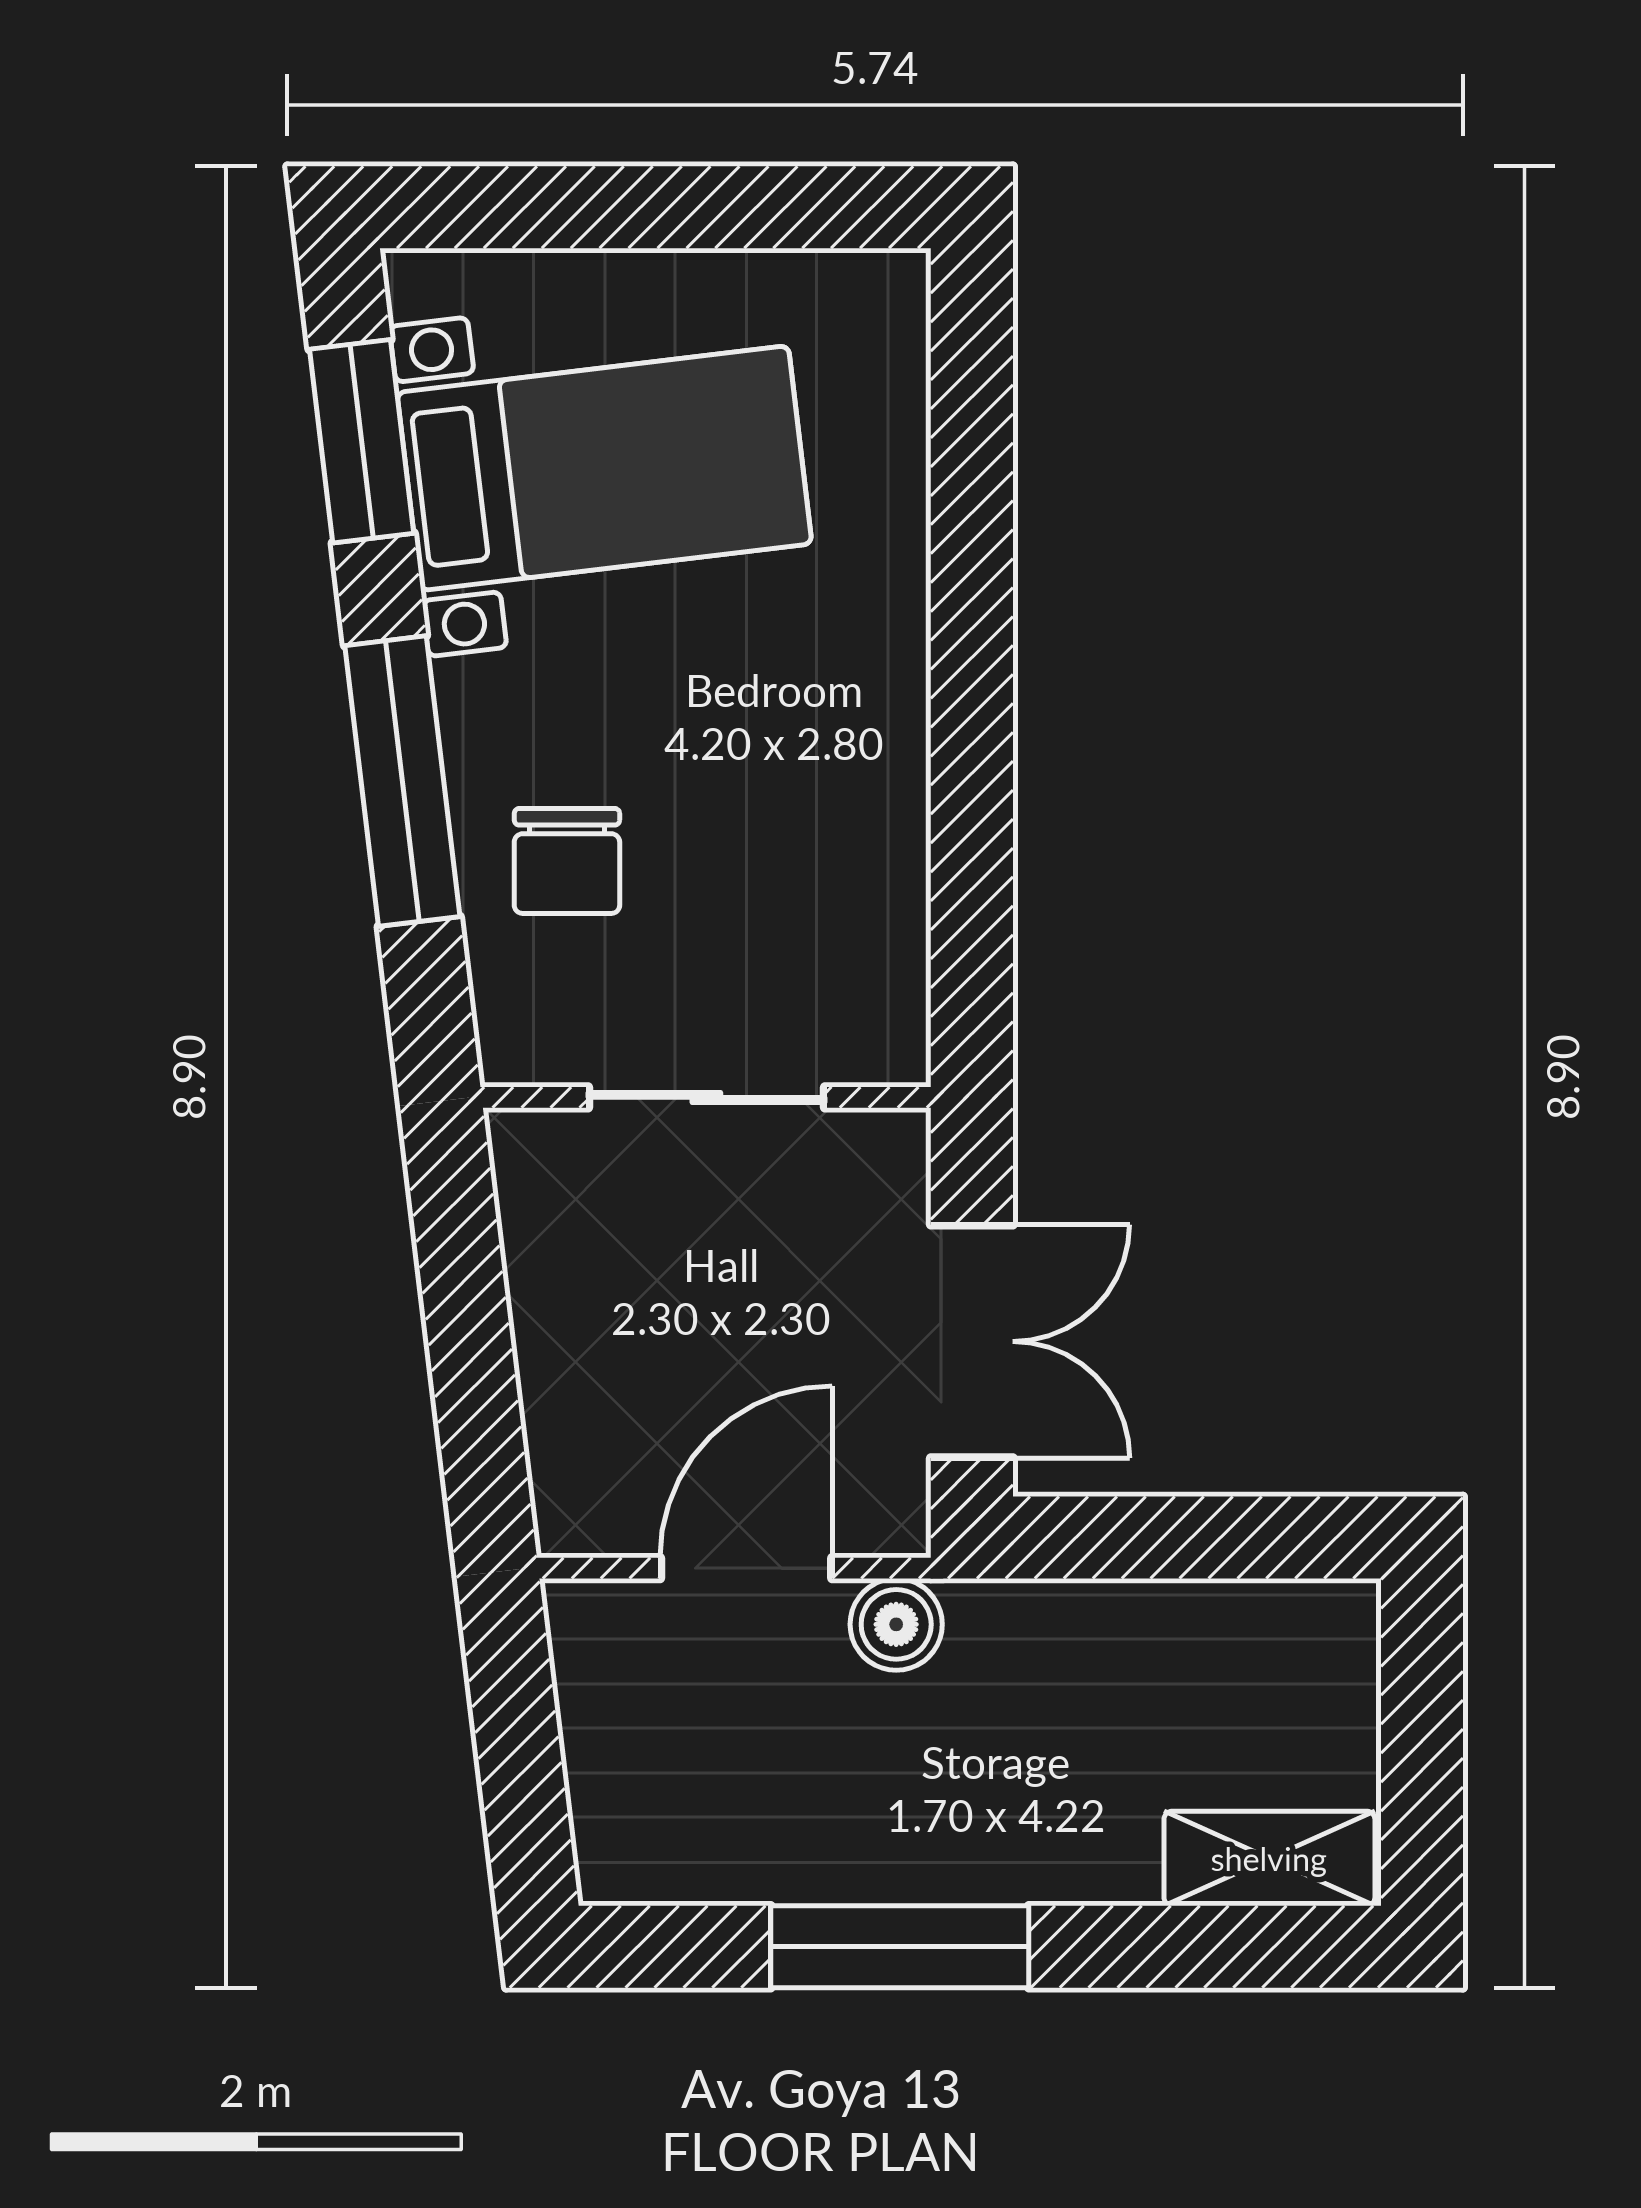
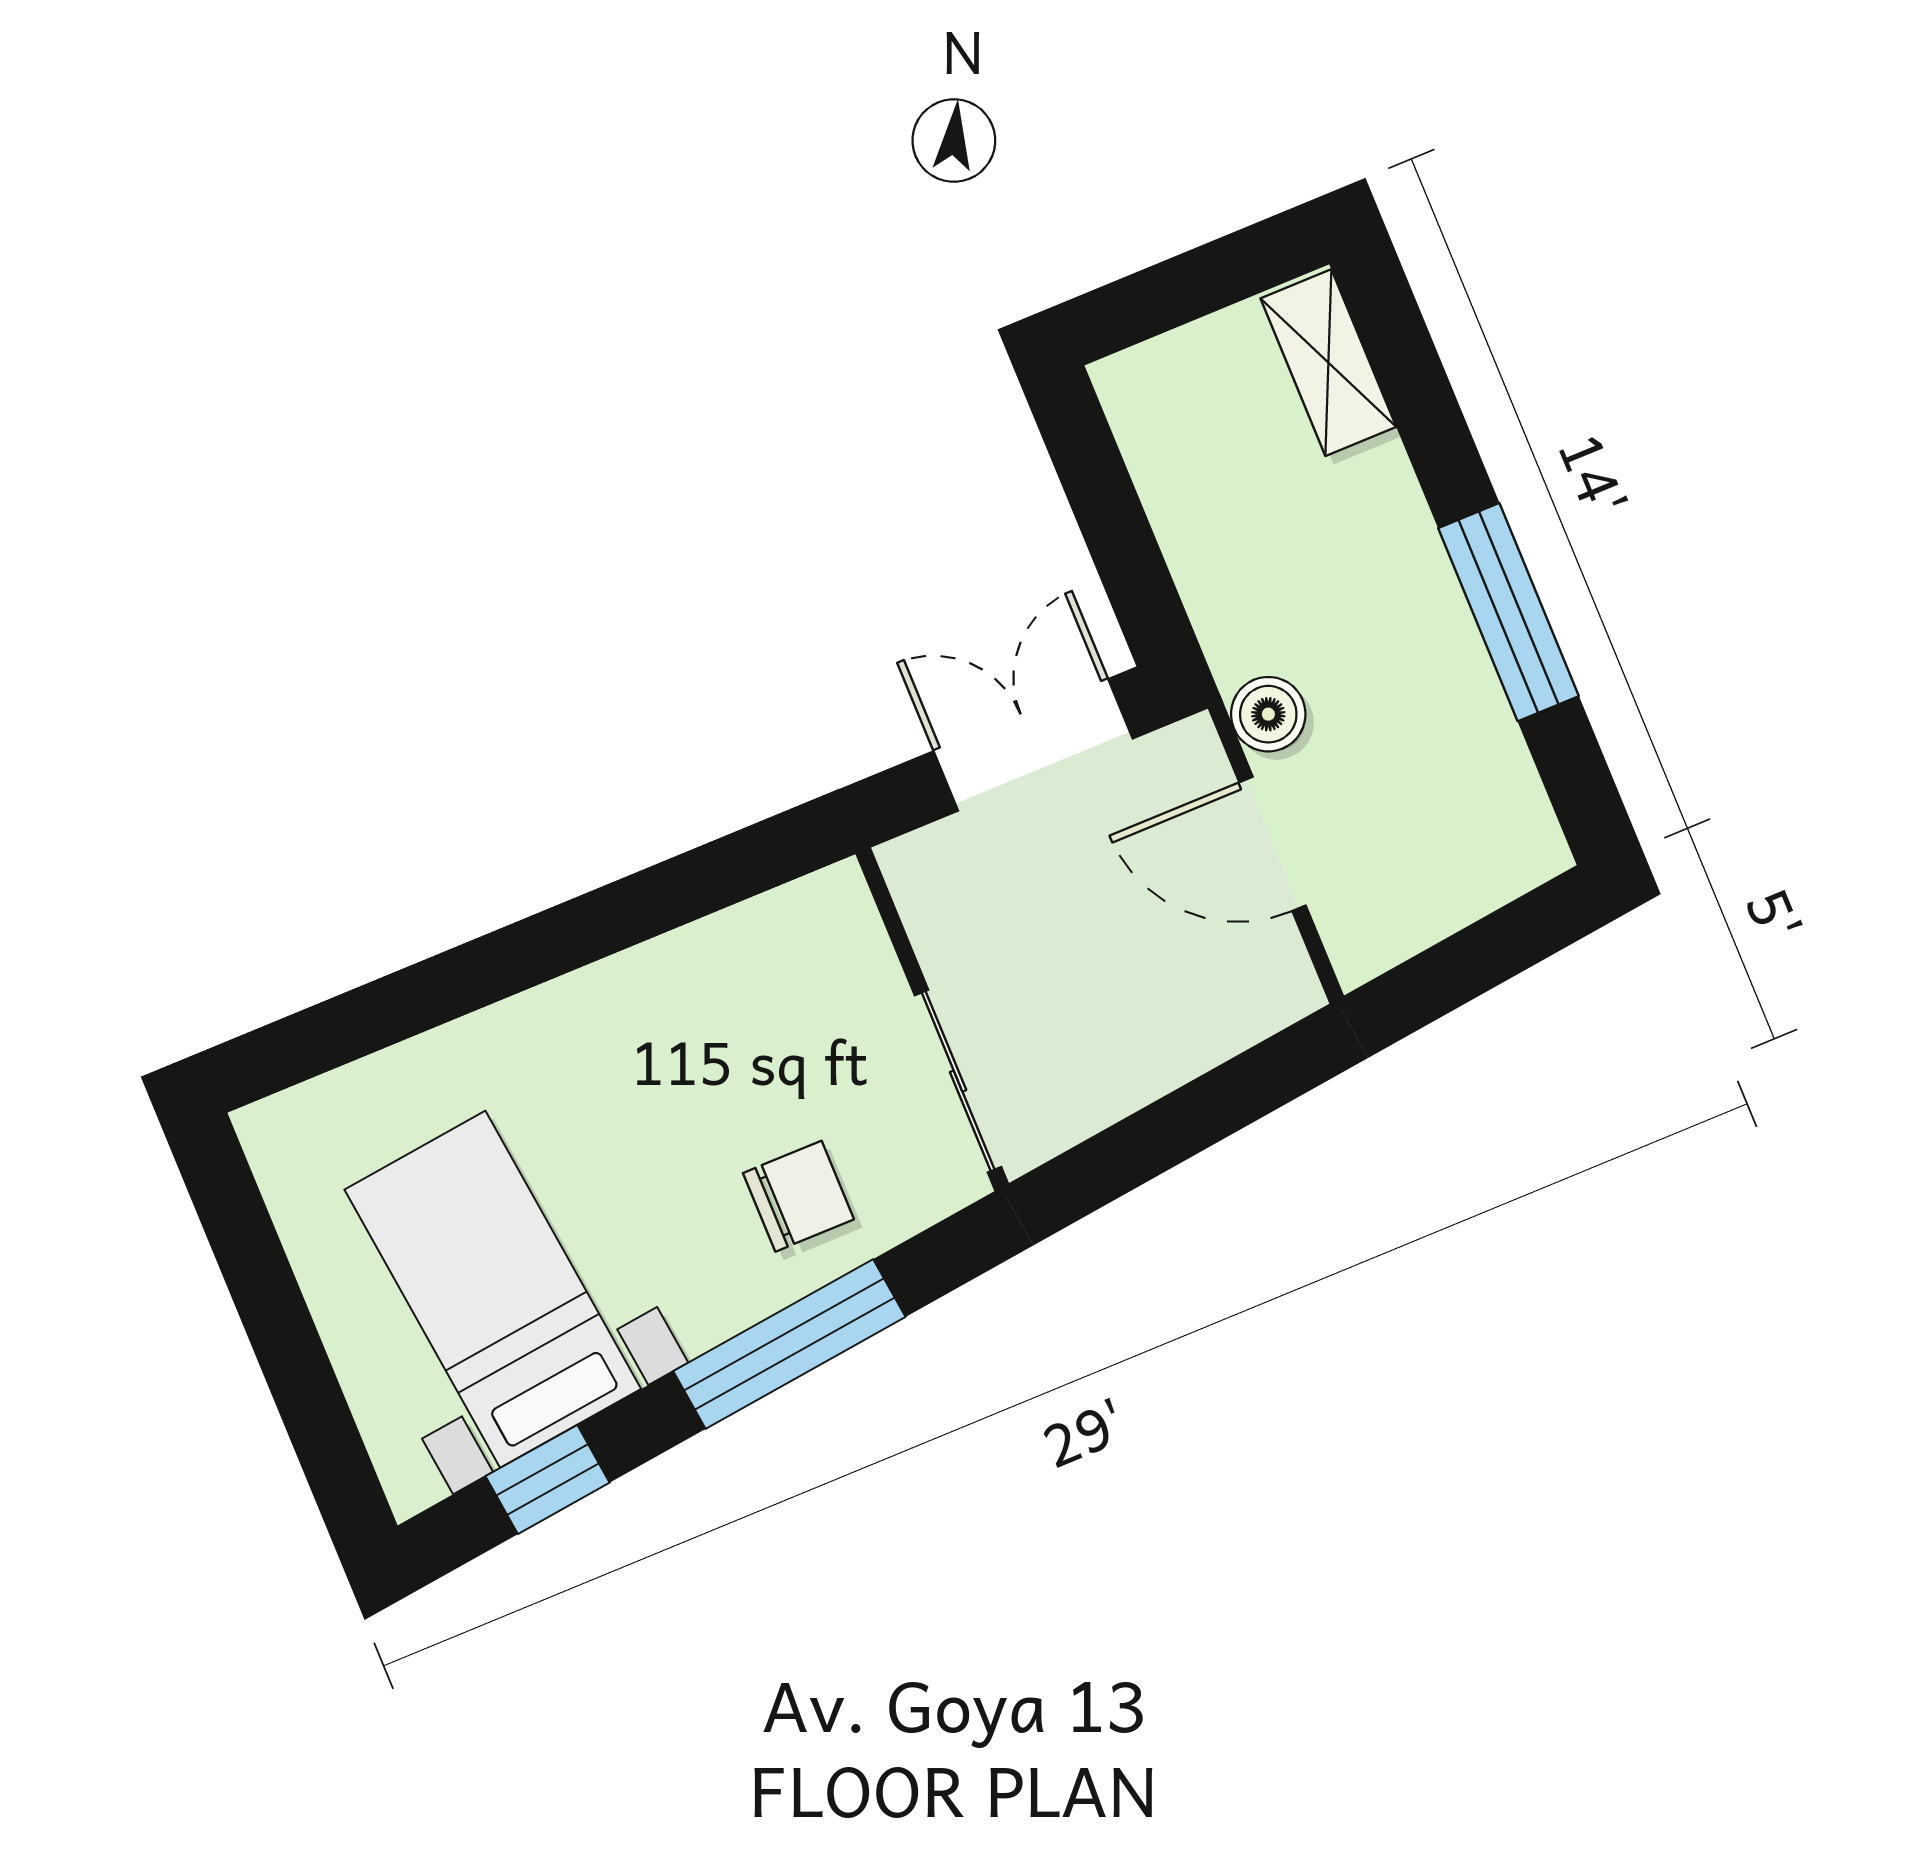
window: (362, 441) -> (548, 1479), width x0.67
sliding door: (706, 1097) -> (958, 1081), moved

